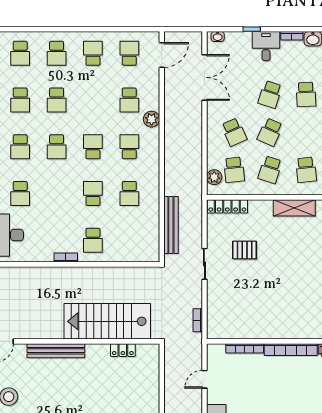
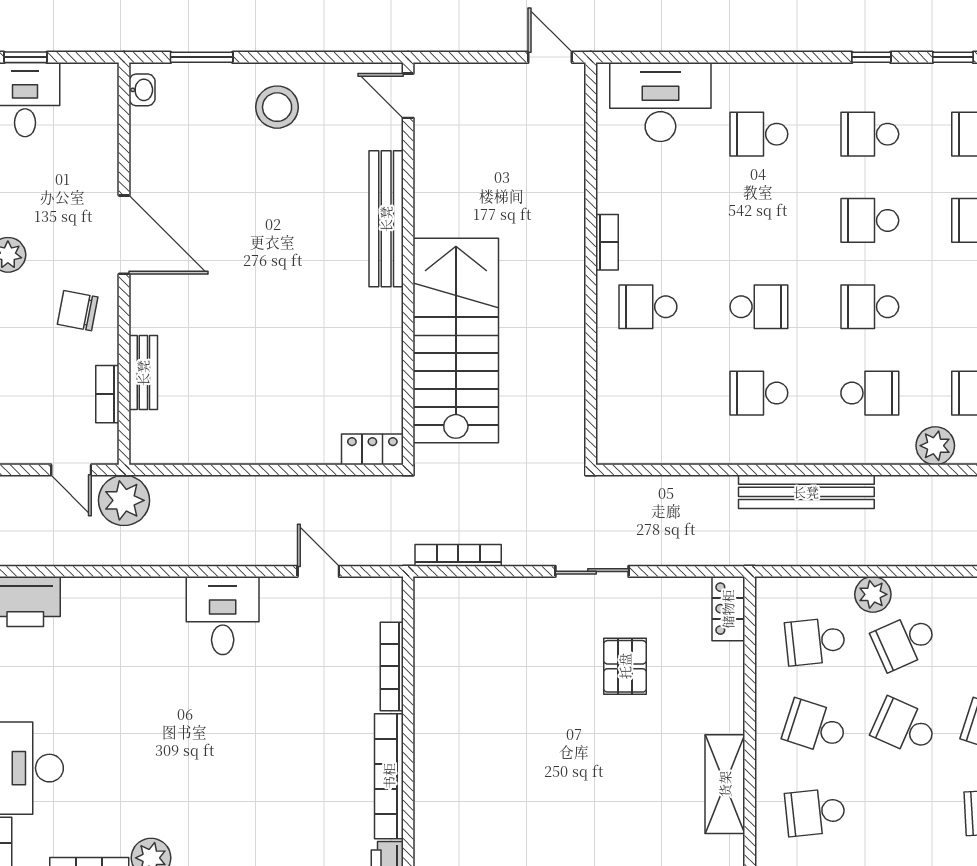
school desk: (93, 147) -> (870, 307), turned 180
plant: (214, 177) -> (873, 594), moved
locker: (227, 206) -> (728, 609), width x0.66
bench: (171, 225) -> (806, 492), moved
bookcase: (198, 320) -> (458, 555), width x1.56
locker: (123, 350) -> (372, 449), moved, turned 90

